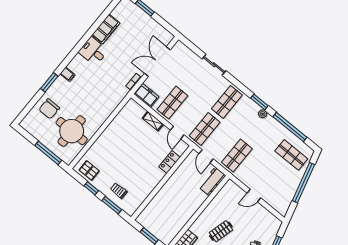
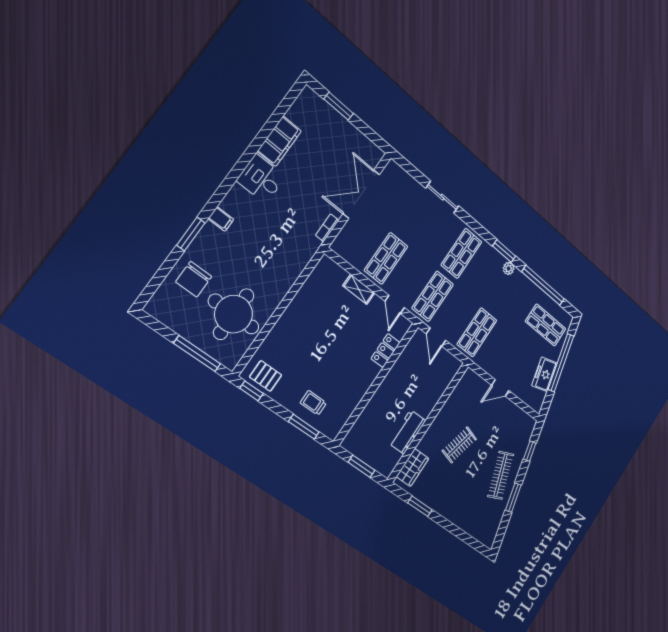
freezer: (146, 95) -> (544, 374), moved, turned -105
workbench: (212, 181) -> (407, 432), moved
window: (91, 188) -> (251, 391), moved

